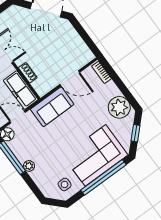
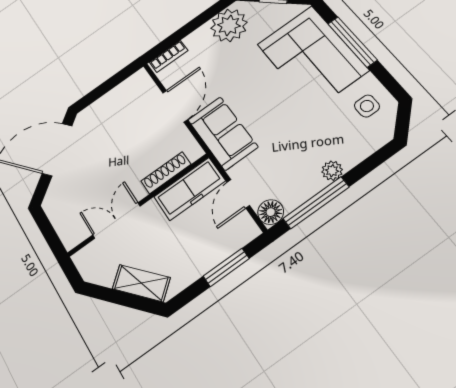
shoe rack: (28, 73) -> (166, 173), width x1.43
window: (103, 177) -> (352, 42), width x0.68

